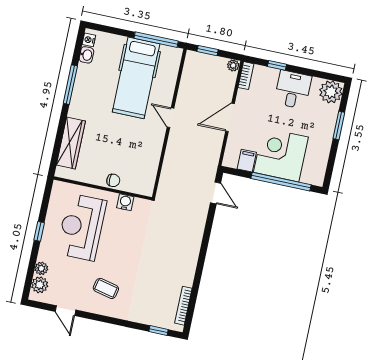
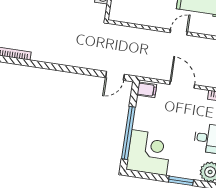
corner desk: (281, 155) -> (149, 153), moved
filing cabinet: (247, 161) -> (147, 90), moved

